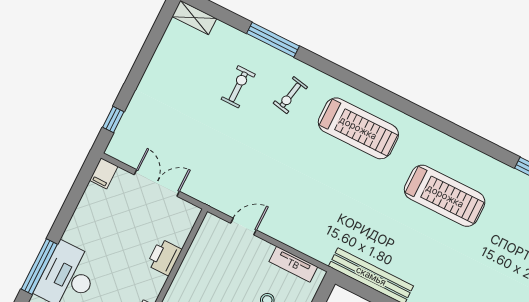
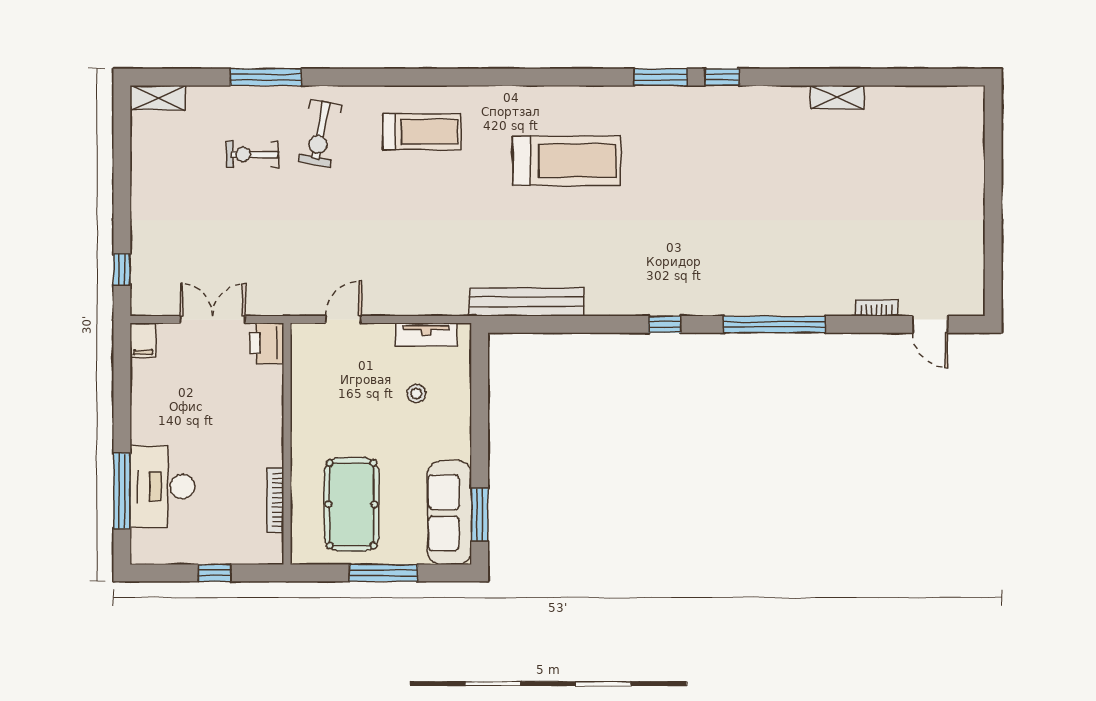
exercise bike: (238, 87) -> (252, 154), turned -90
exercise bike: (290, 95) -> (320, 133), width x1.38, depth x1.39
treadmill: (358, 128) -> (422, 132), width x0.73, depth x0.73
printer: (164, 257) -> (267, 343), moved

